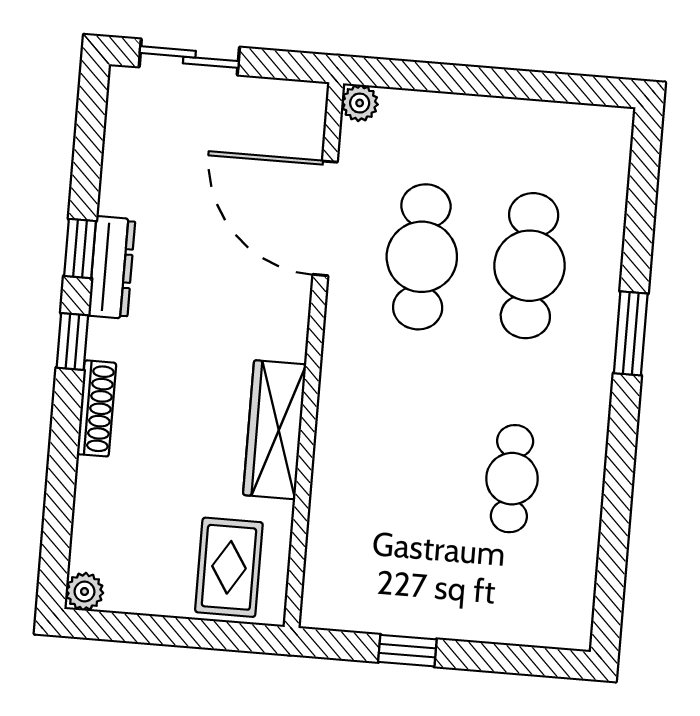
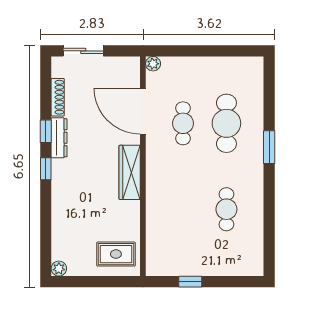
cafe table: (422, 257) -> (183, 123), width x0.73, depth x0.74
shoe rack: (97, 408) -> (58, 97), moved
wardrobe: (275, 430) -> (130, 172), moved
rug: (229, 567) -> (116, 254), turned 90

